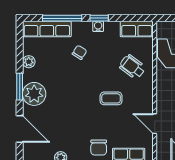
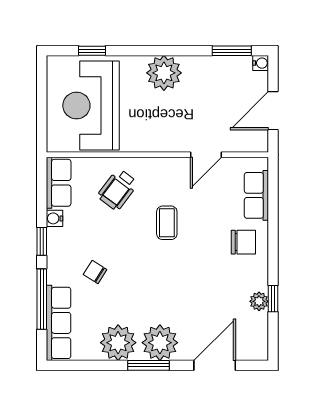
water cooler: (98, 26) -> (54, 218), moved
plant: (29, 62) -> (118, 343), width x1.88, depth x1.88

